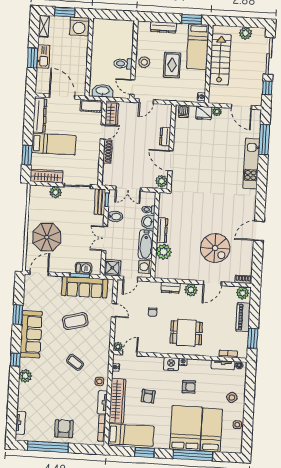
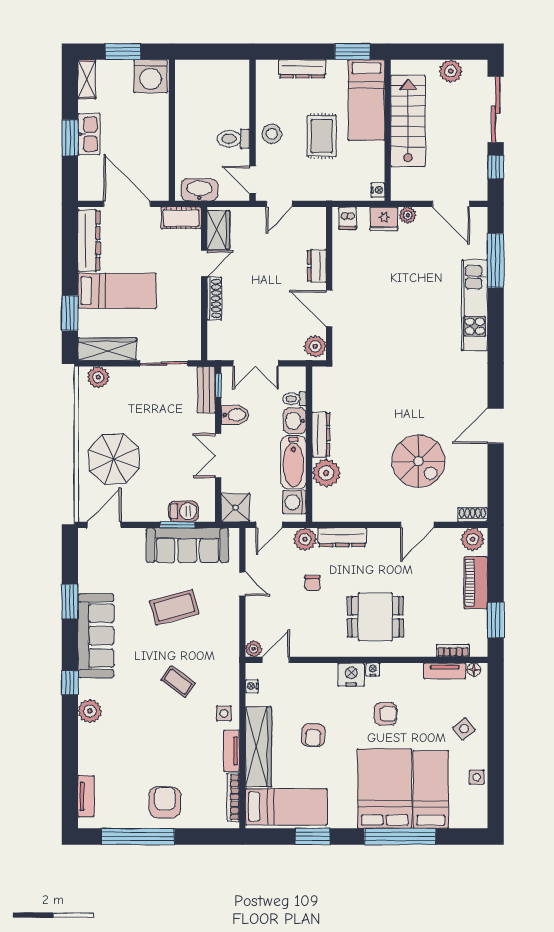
plant: (56, 192) -> (98, 377), moved
dresser: (170, 288) -> (342, 537), width x1.44
plant: (191, 290) -> (305, 539), moved

